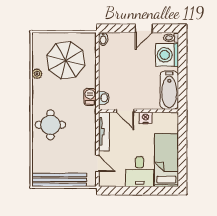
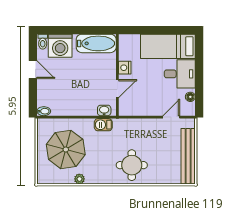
tv unit: (104, 131) -> (139, 110), removed
floor lamp: (117, 182) -> (190, 97), added

